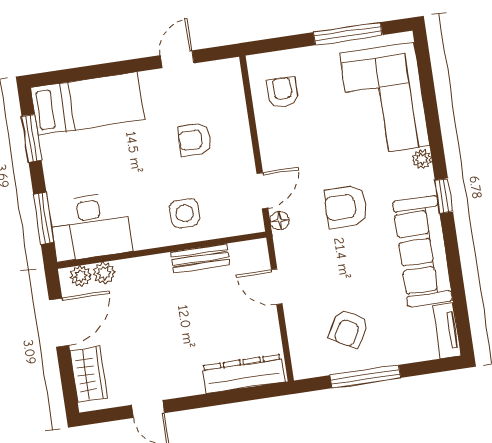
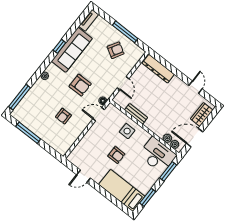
window: (426, 78) -> (19, 97), added
armchair: (283, 92) -> (63, 116), moved
corner sofa: (385, 99) -> (37, 104), removed
armchair: (195, 140) -> (116, 155), moved
window: (444, 196) -> (59, 46), moved

